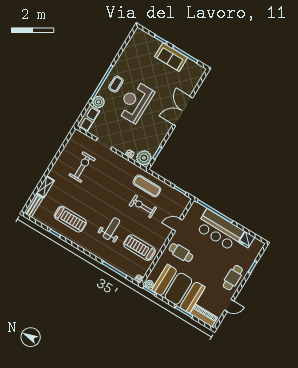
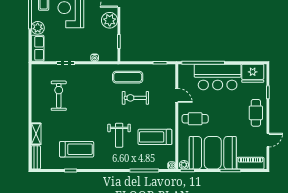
plant: (144, 158) -> (110, 20), moved
door: (177, 225) -> (177, 95), swing flipped
weight bench: (111, 229) -> (119, 135), turned 180
fridge: (247, 240) -> (253, 73), width x1.88, depth x1.34

